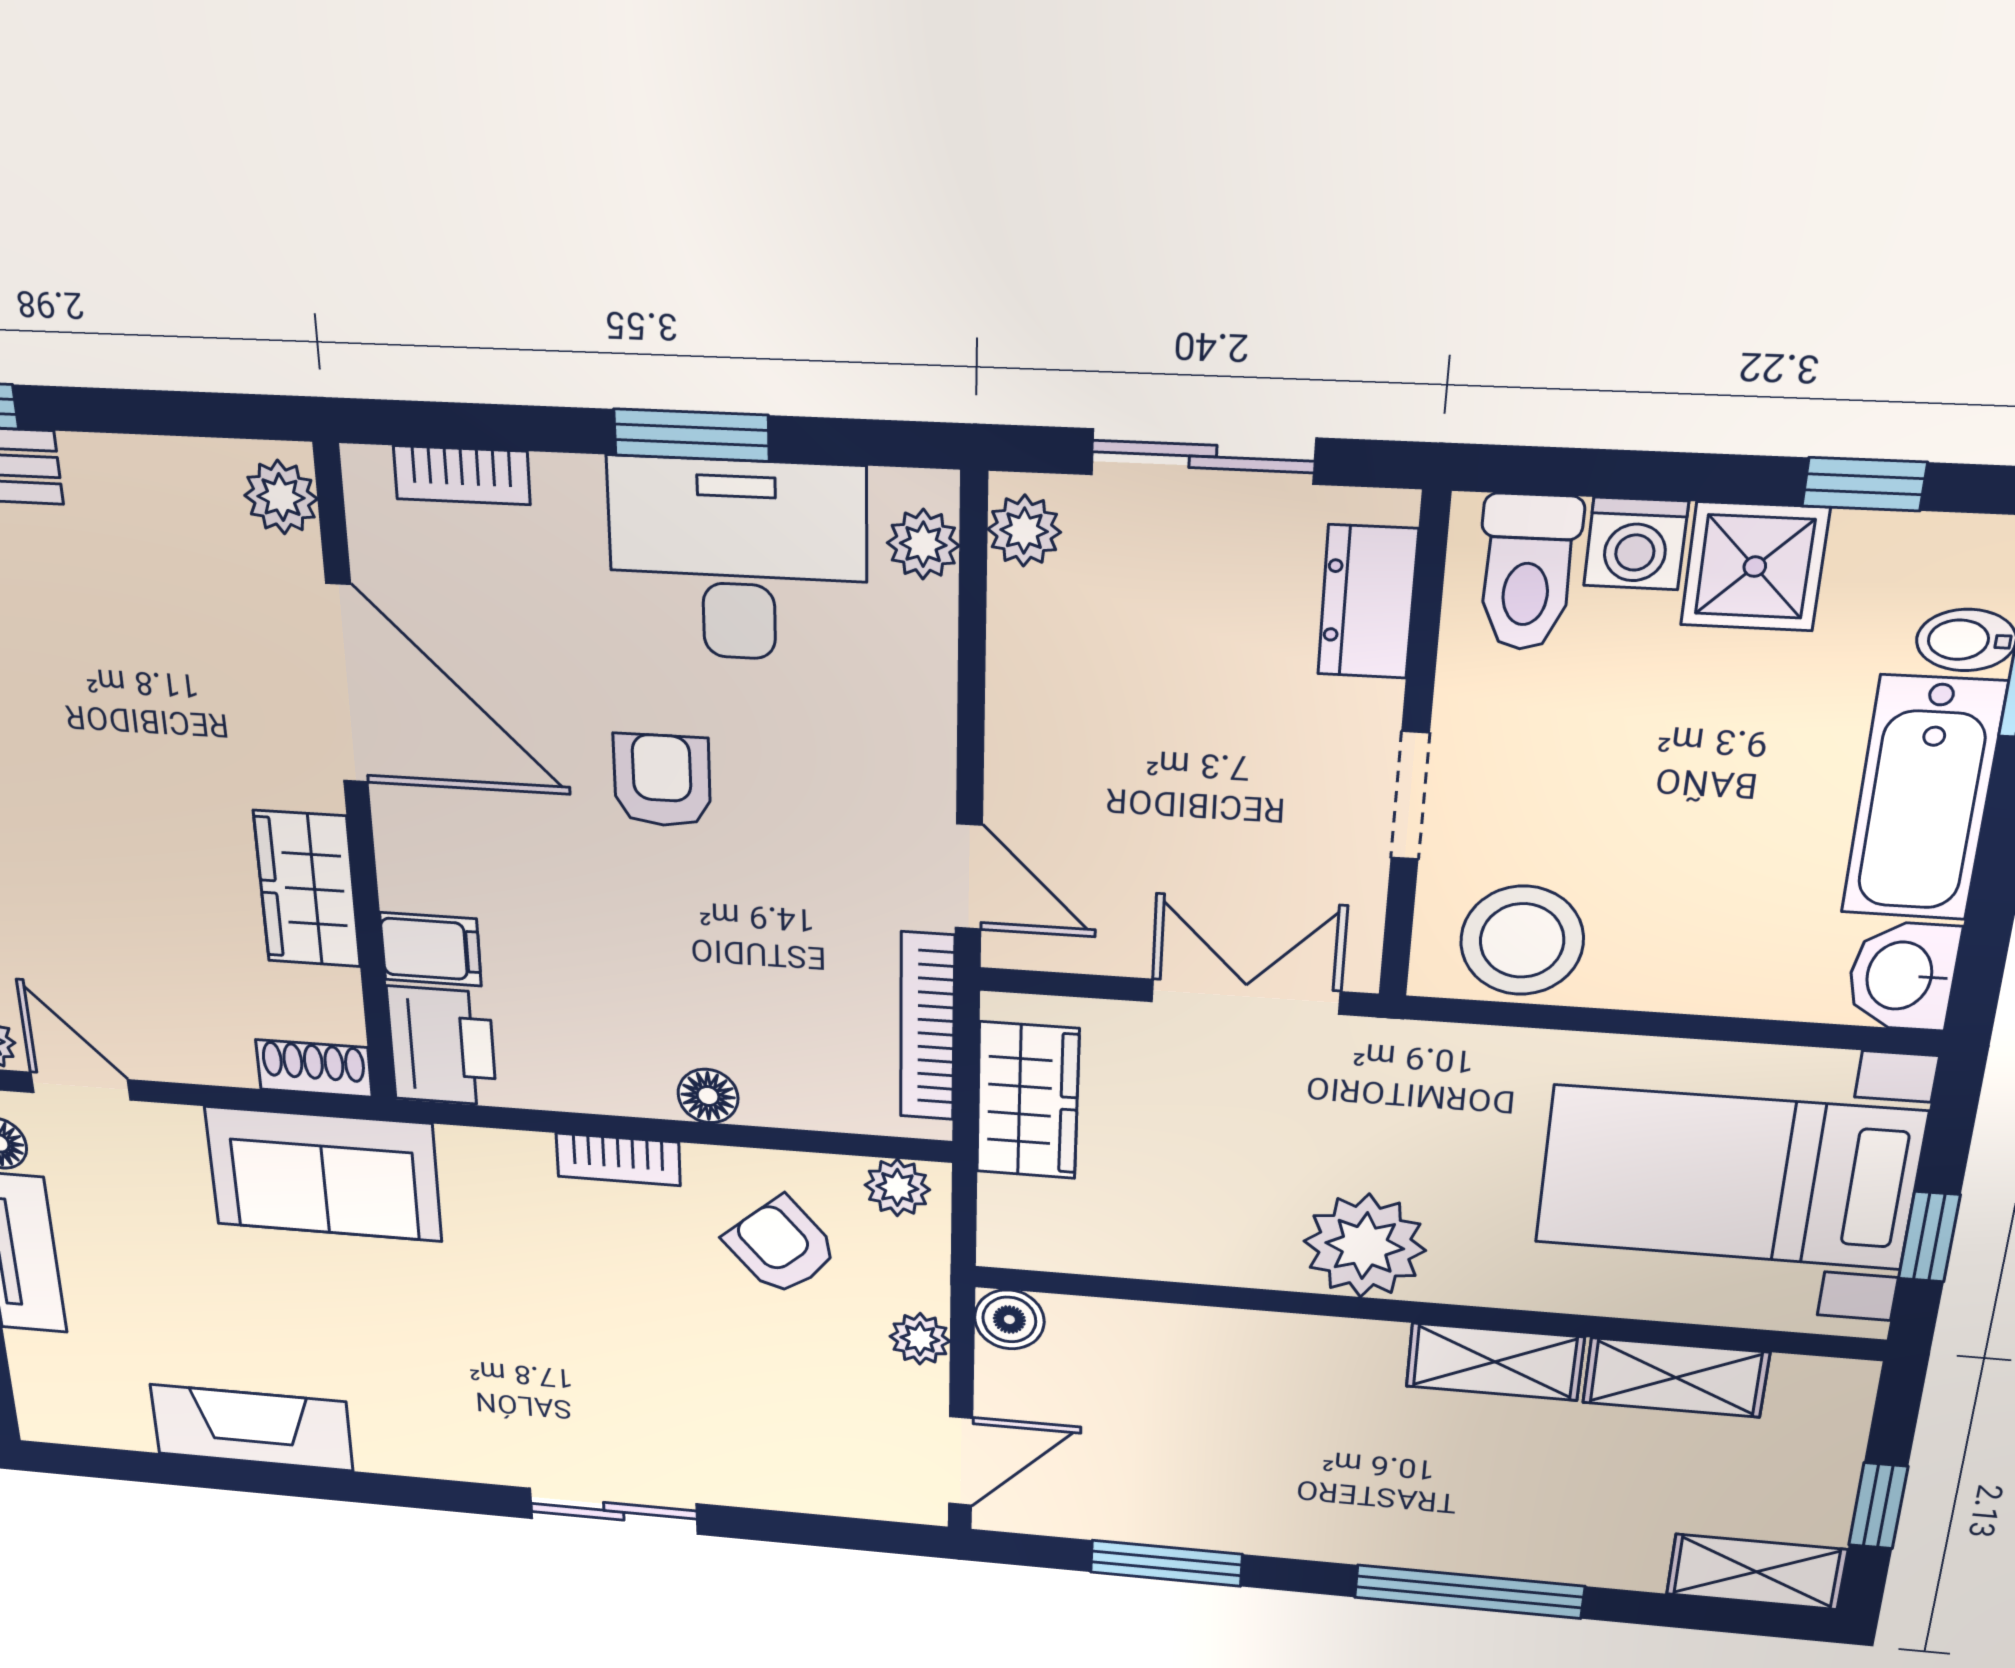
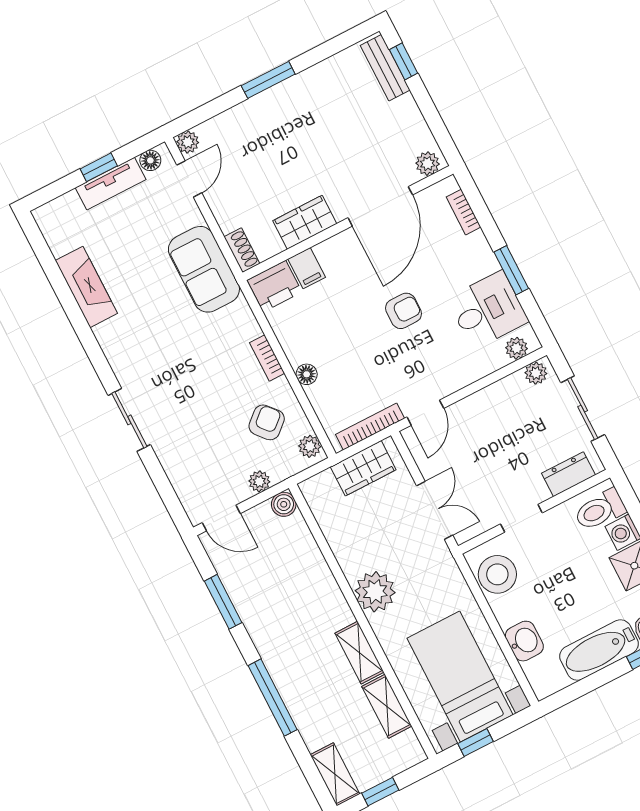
desk: (738, 560) -> (488, 310), width x0.73
washbasin: (1902, 976) -> (524, 641), moved, turned 90

